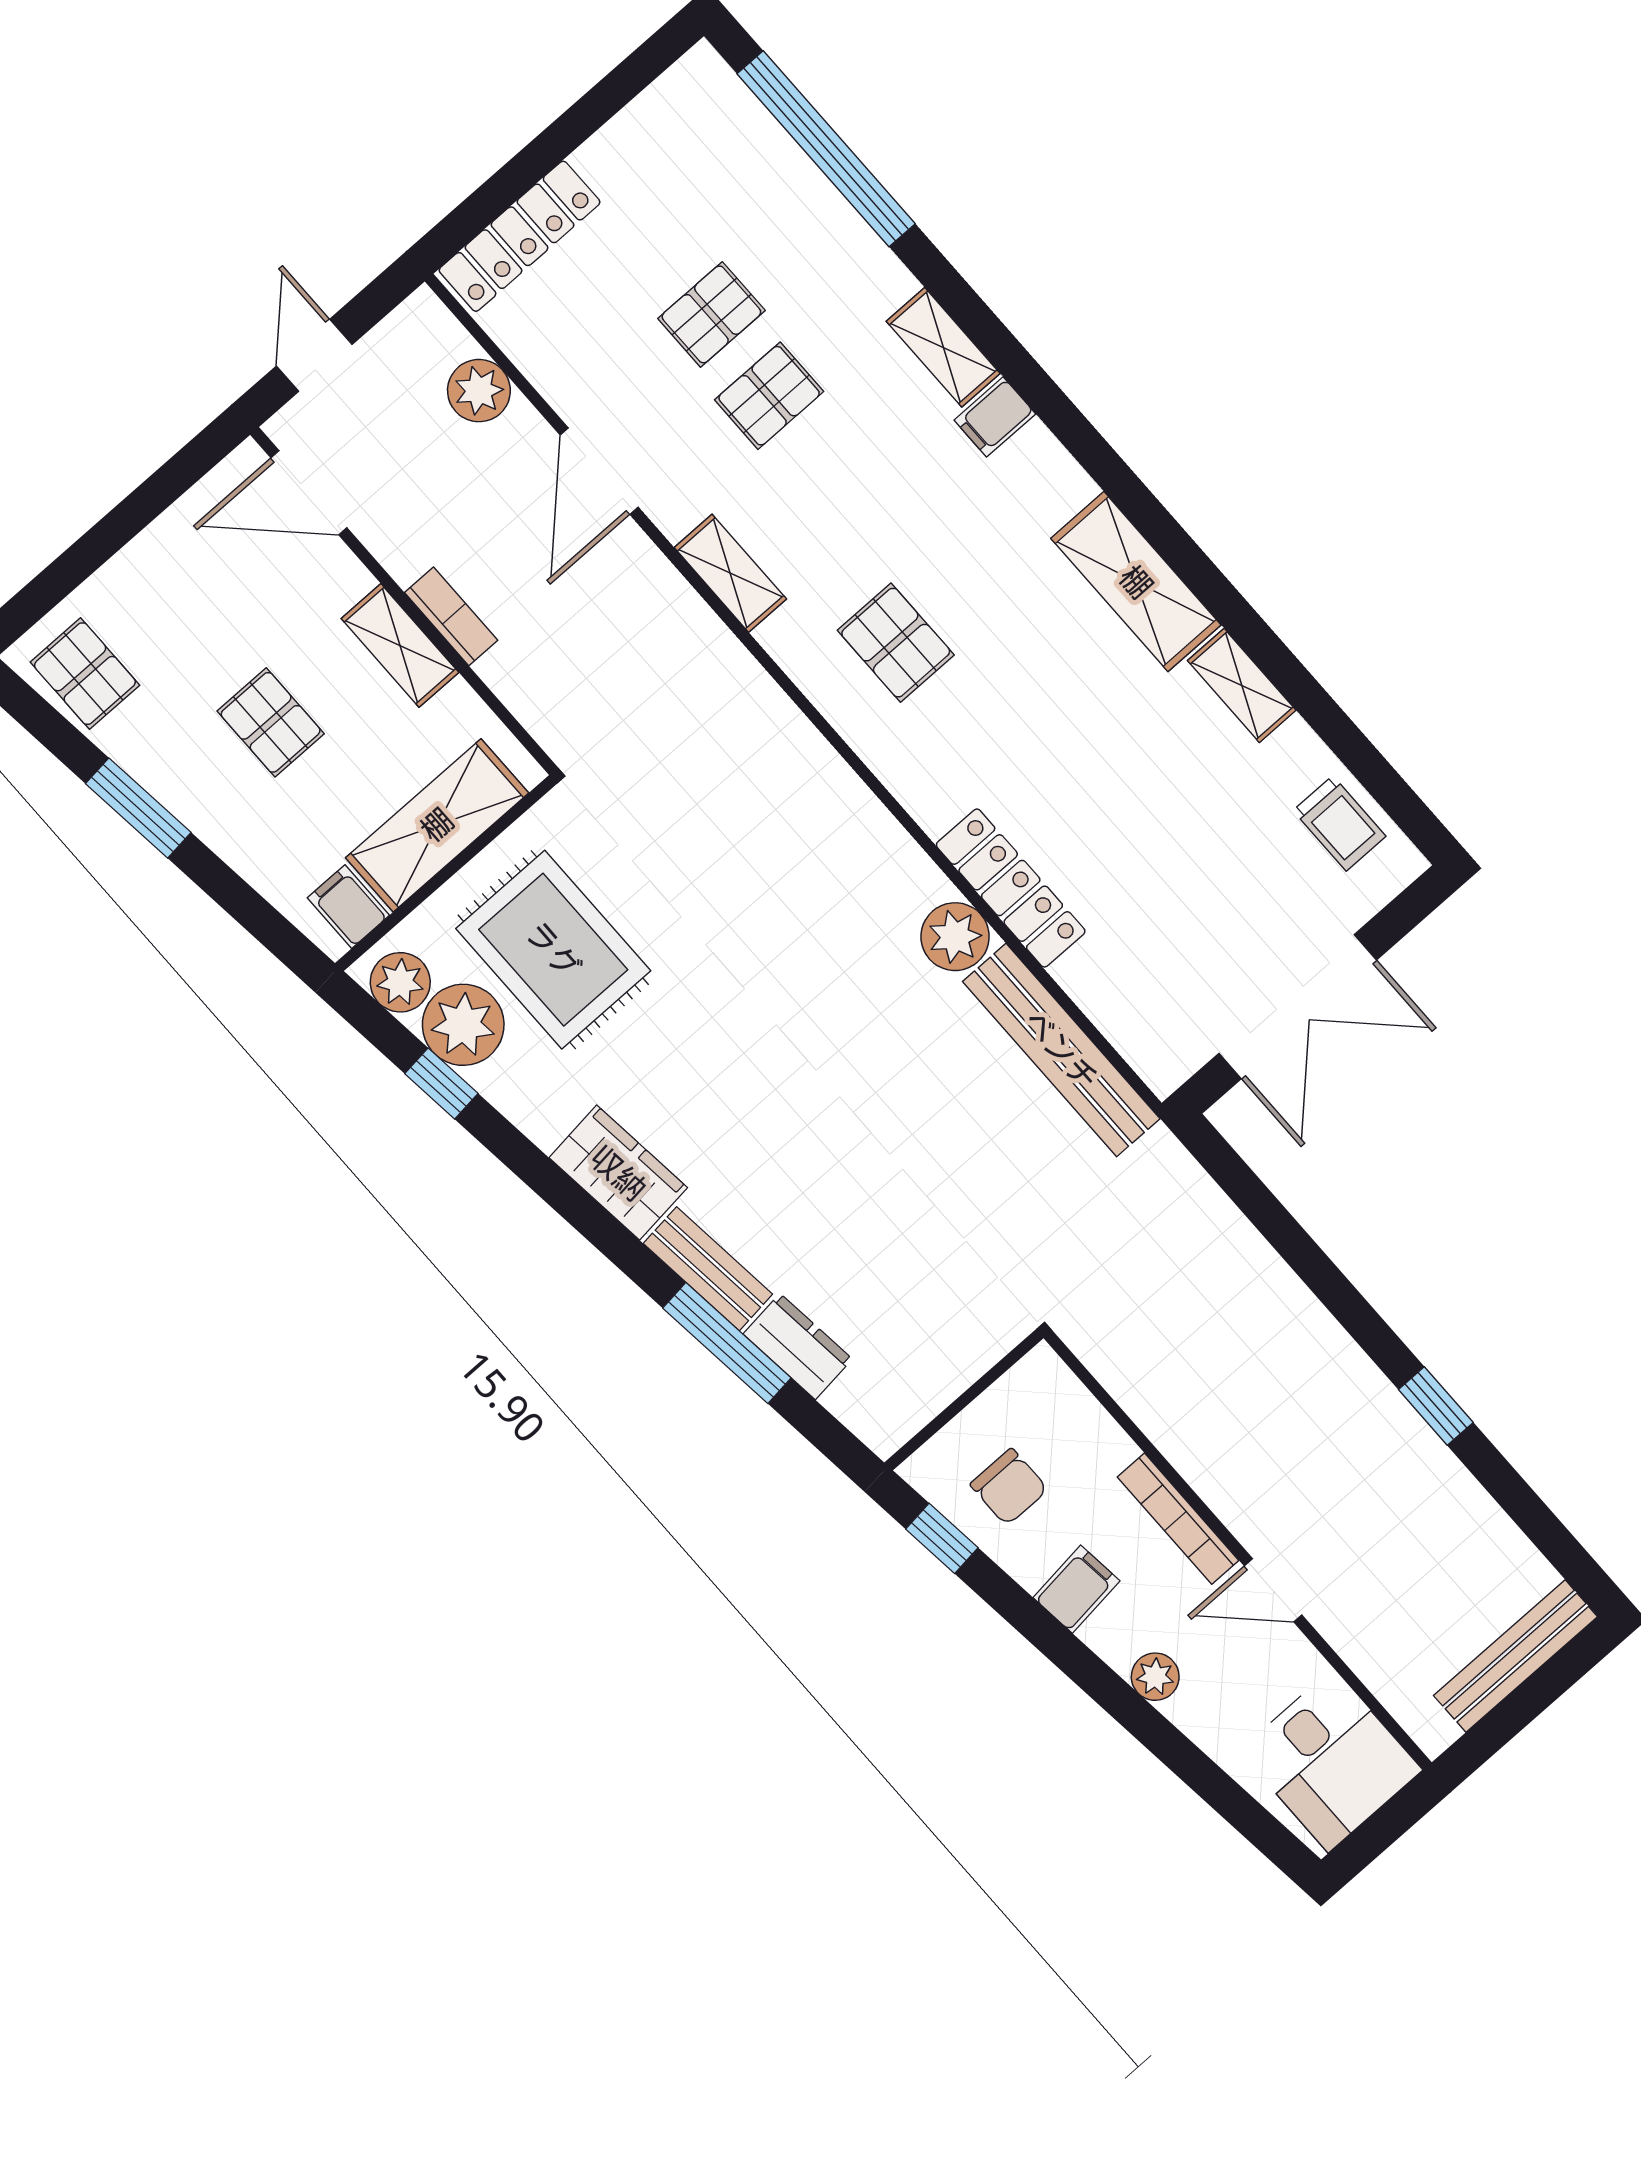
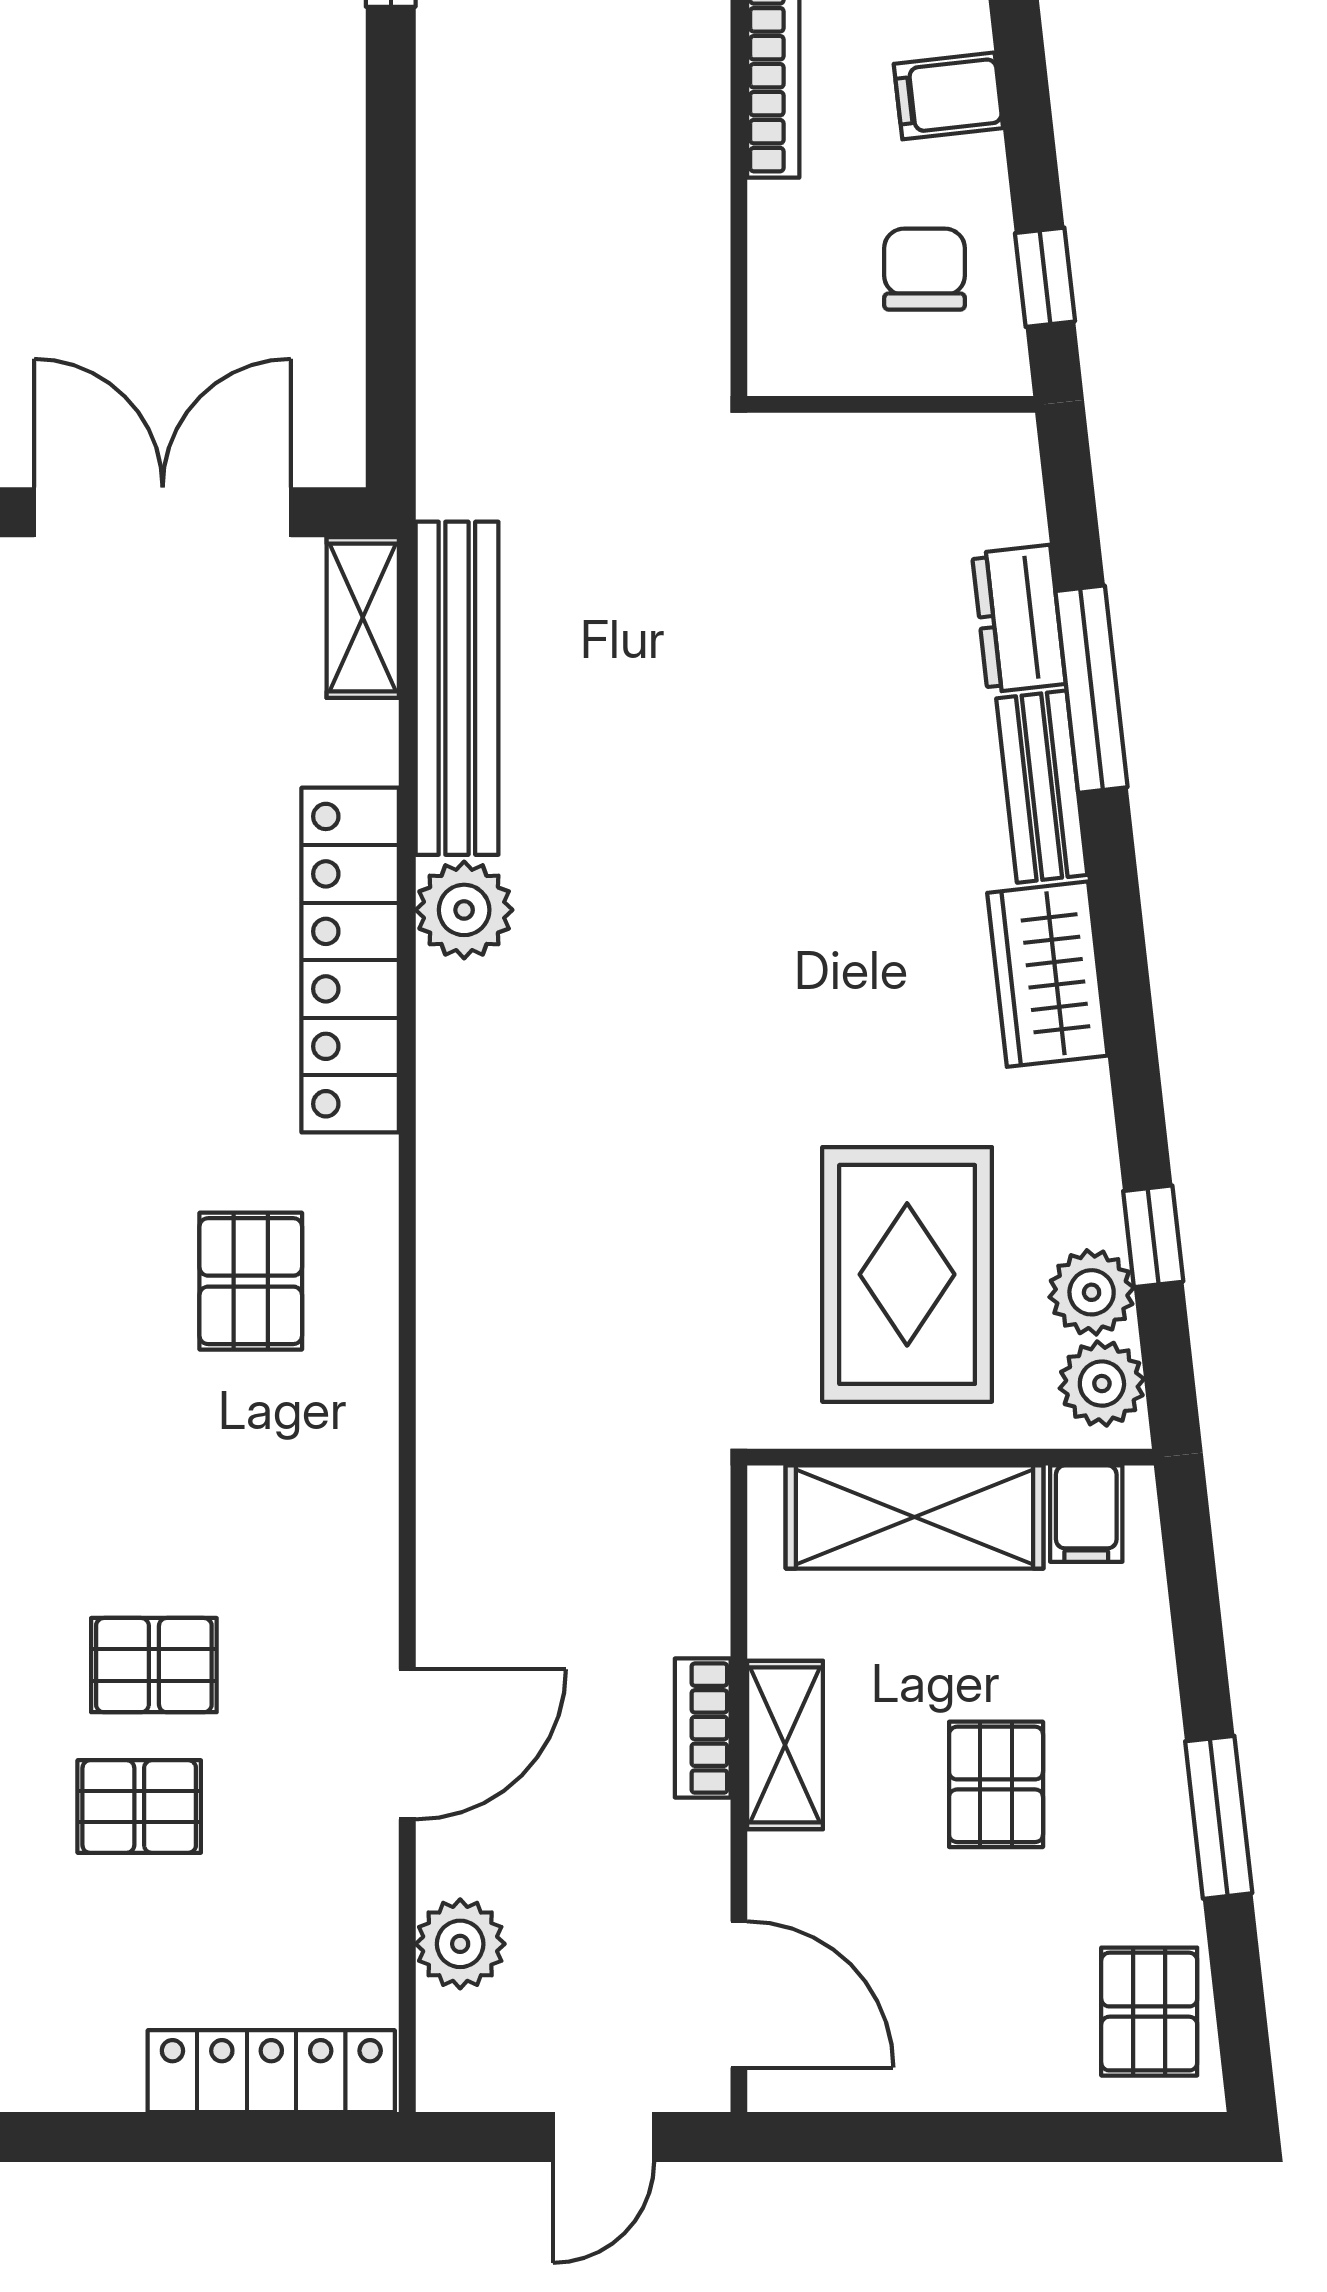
shelving: (730, 573) -> (363, 617), moved
locker: (1011, 888) -> (350, 960), width x1.41, depth x1.21
plant: (463, 1025) -> (1092, 1292), width x0.73, depth x0.73

